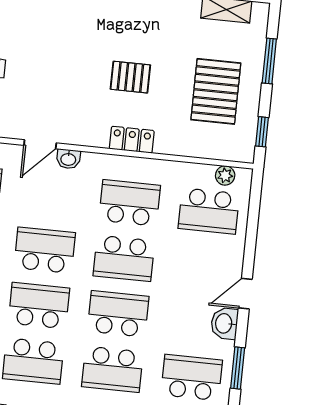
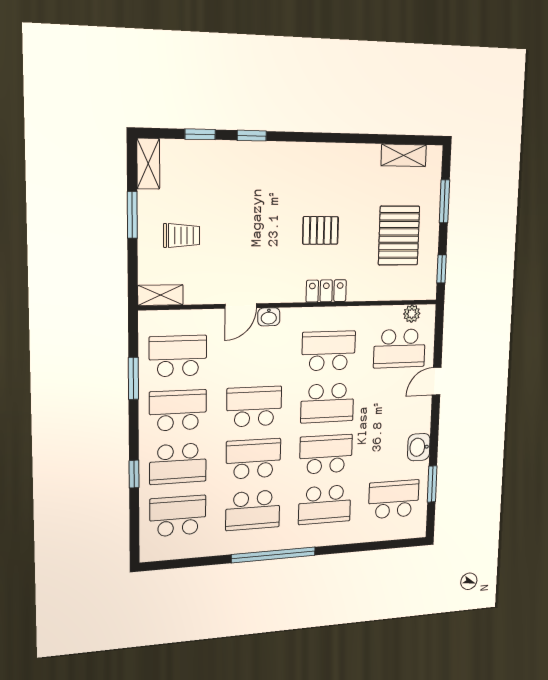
door: (245, 294) -> (437, 381), moved

